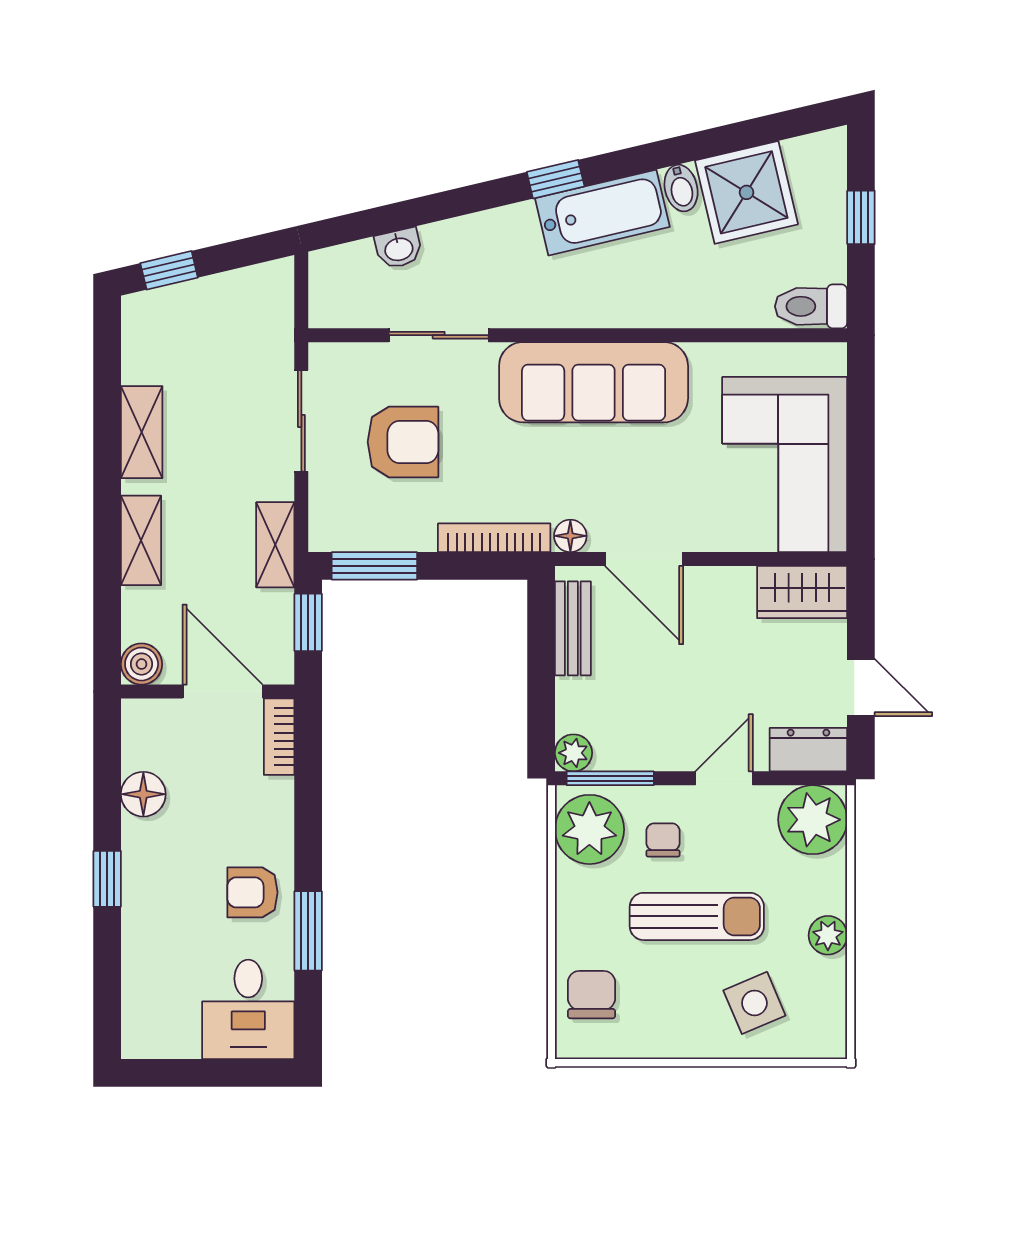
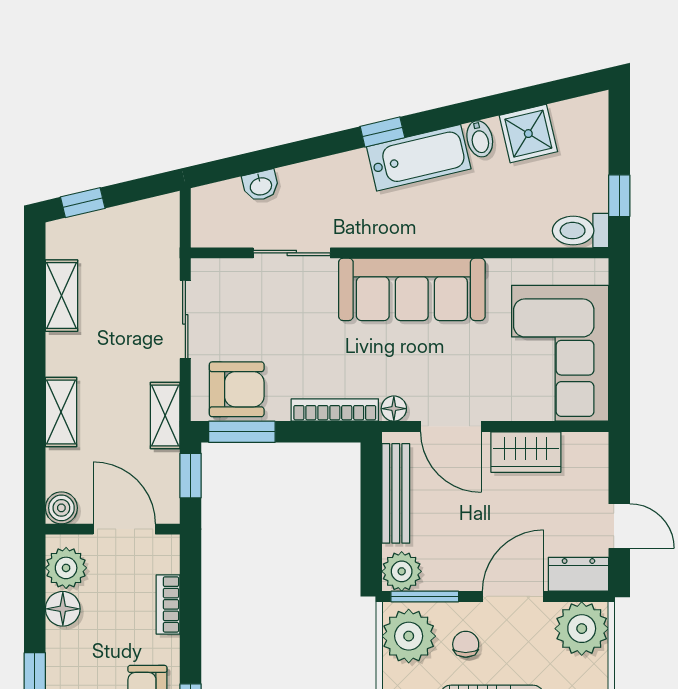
shower: (746, 192) -> (528, 134), width x0.73, depth x0.73
window: (861, 217) -> (619, 196), moved
shelving: (142, 432) -> (61, 296), moved
armchair: (403, 442) -> (237, 389), moved
wardrobe: (802, 592) -> (526, 452), moved
bench: (573, 628) -> (396, 493), width x1.36
bookcase: (279, 737) -> (168, 604), moved
plant: (148, 741) -> (66, 568), added
plant: (573, 753) -> (402, 571), width x1.38, depth x1.38
door: (724, 778) -> (513, 596), width x1.38

